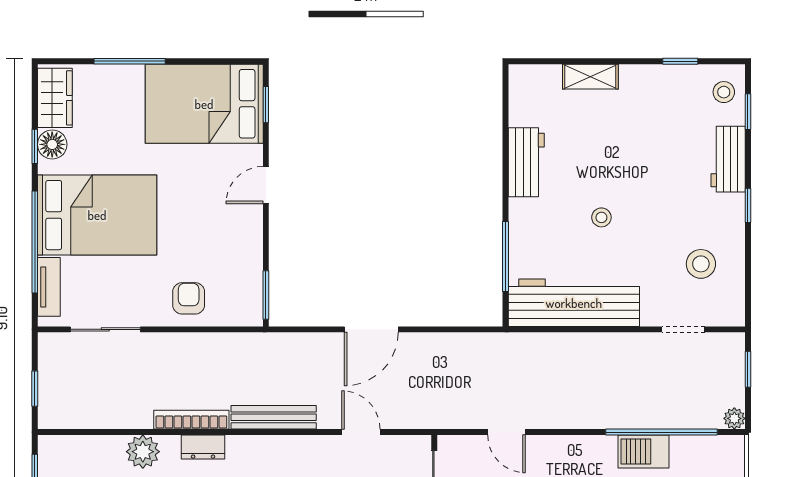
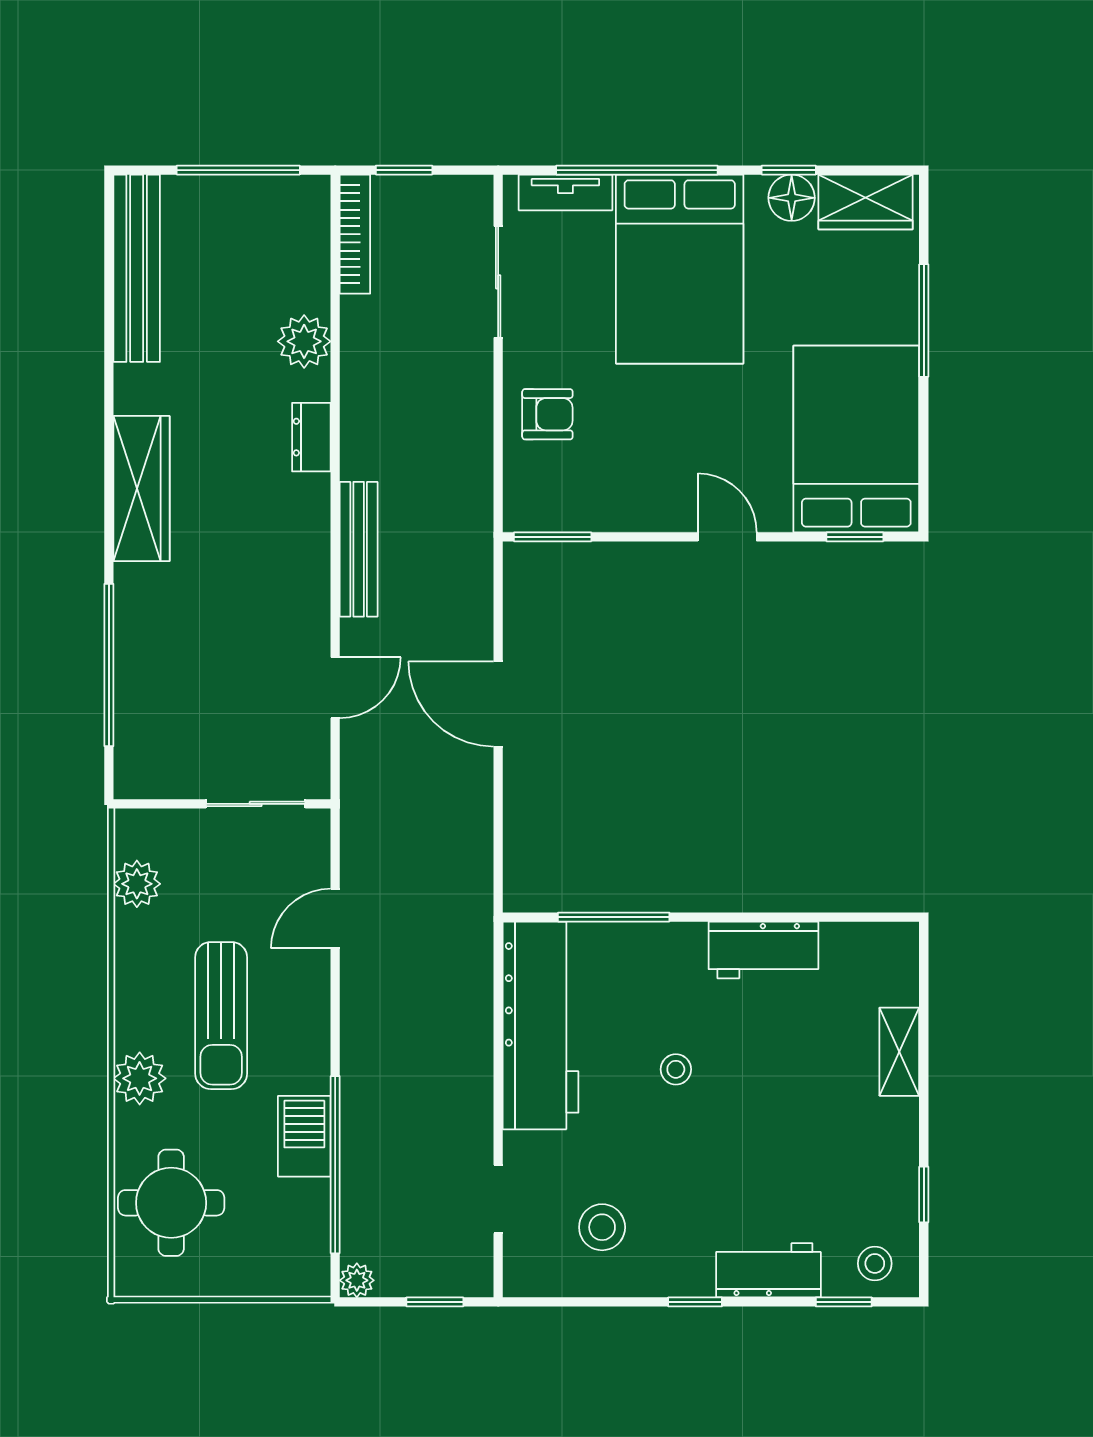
bookcase: (191, 420) -> (355, 234), moved

